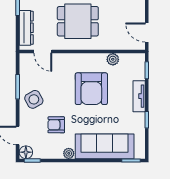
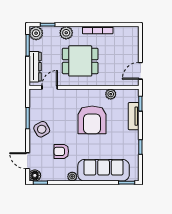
door: (147, 32) -> (140, 71), hinge flipped
door: (43, 52) -> (50, 87), swing flipped
tv unit: (139, 96) -> (134, 116), moved

